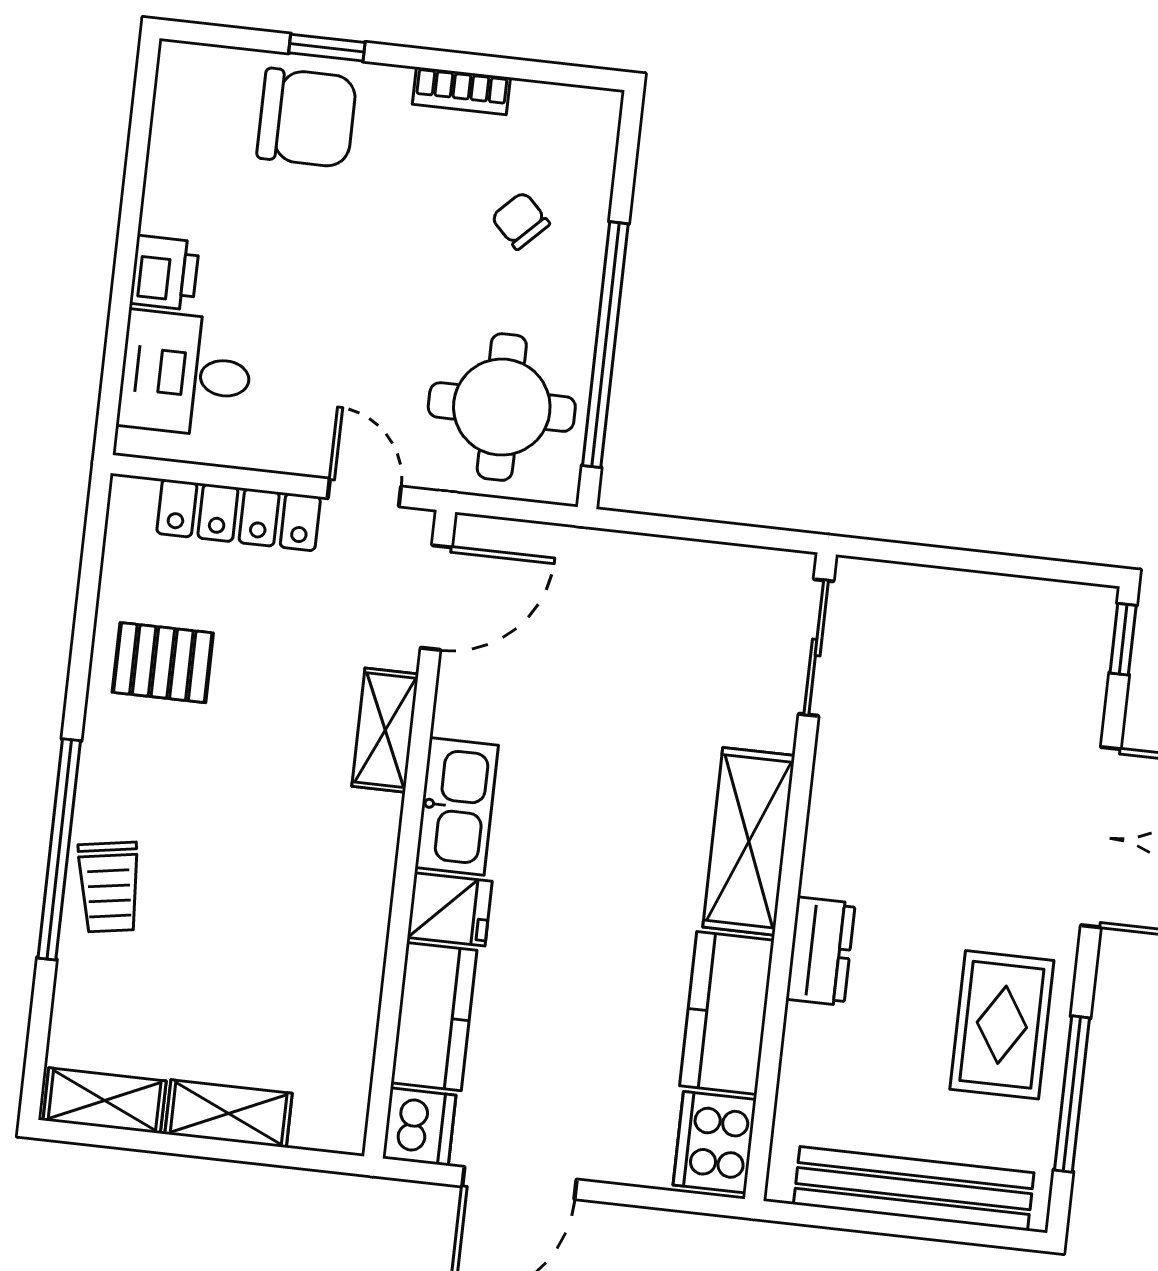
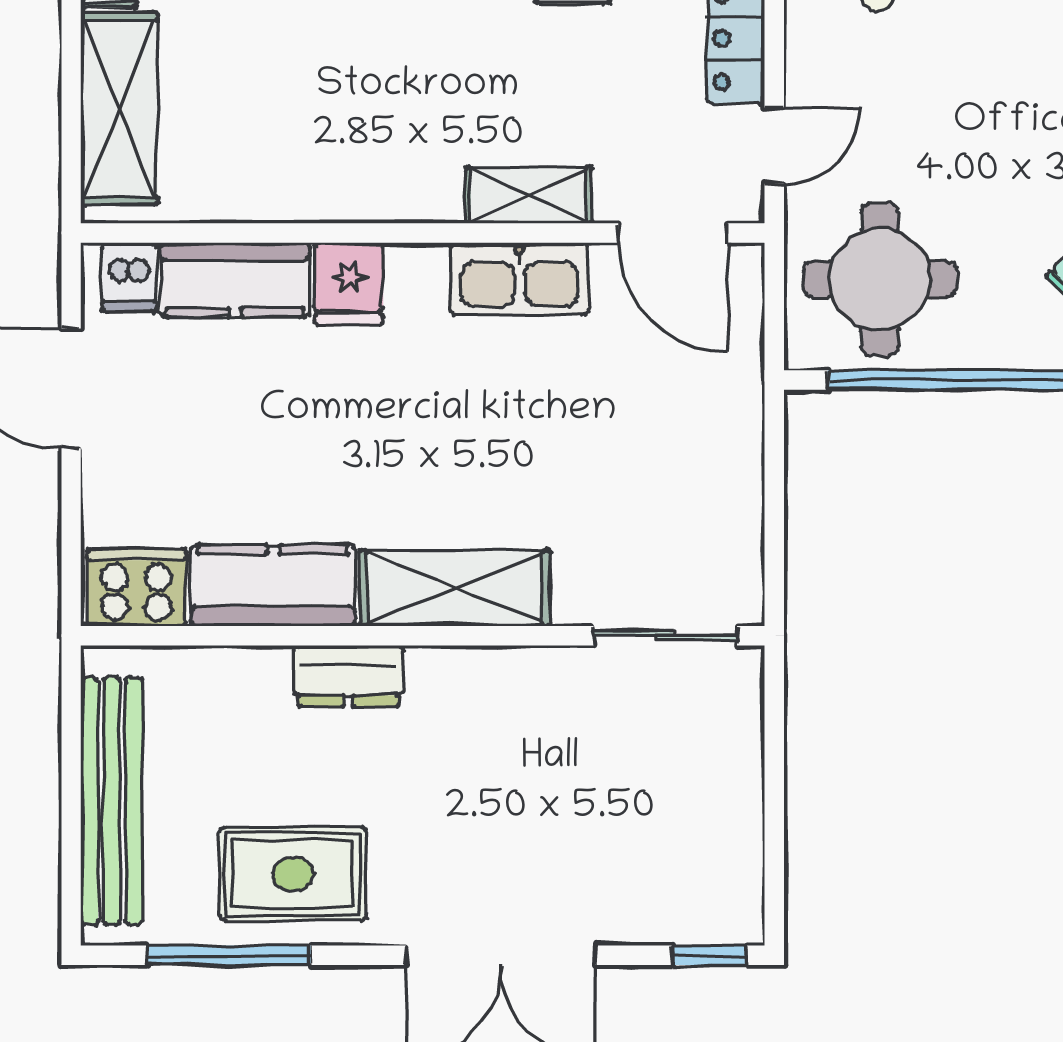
kitchen sink: (457, 806) -> (519, 279), moved
shelving: (229, 1114) -> (119, 109), width x1.50, depth x1.33
dishwasher: (419, 1126) -> (129, 277), width x0.73

